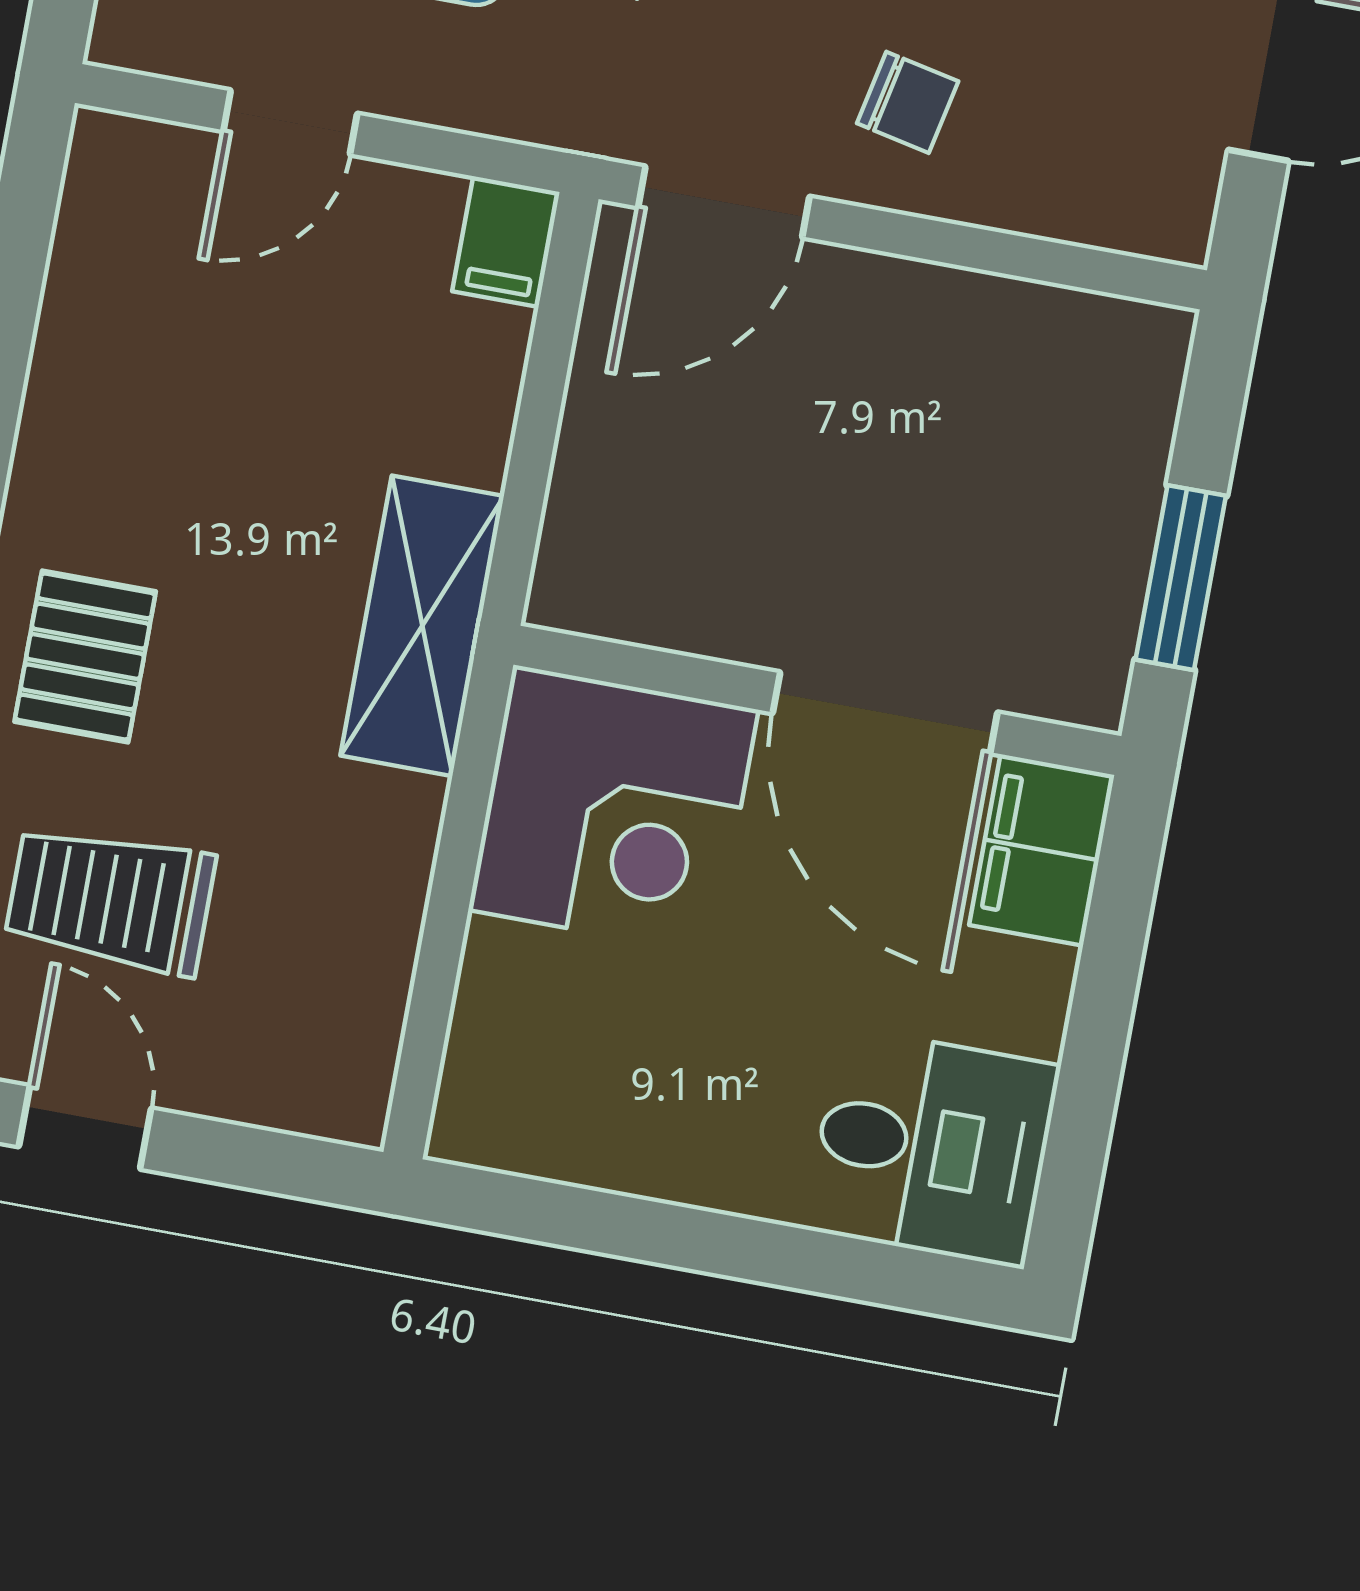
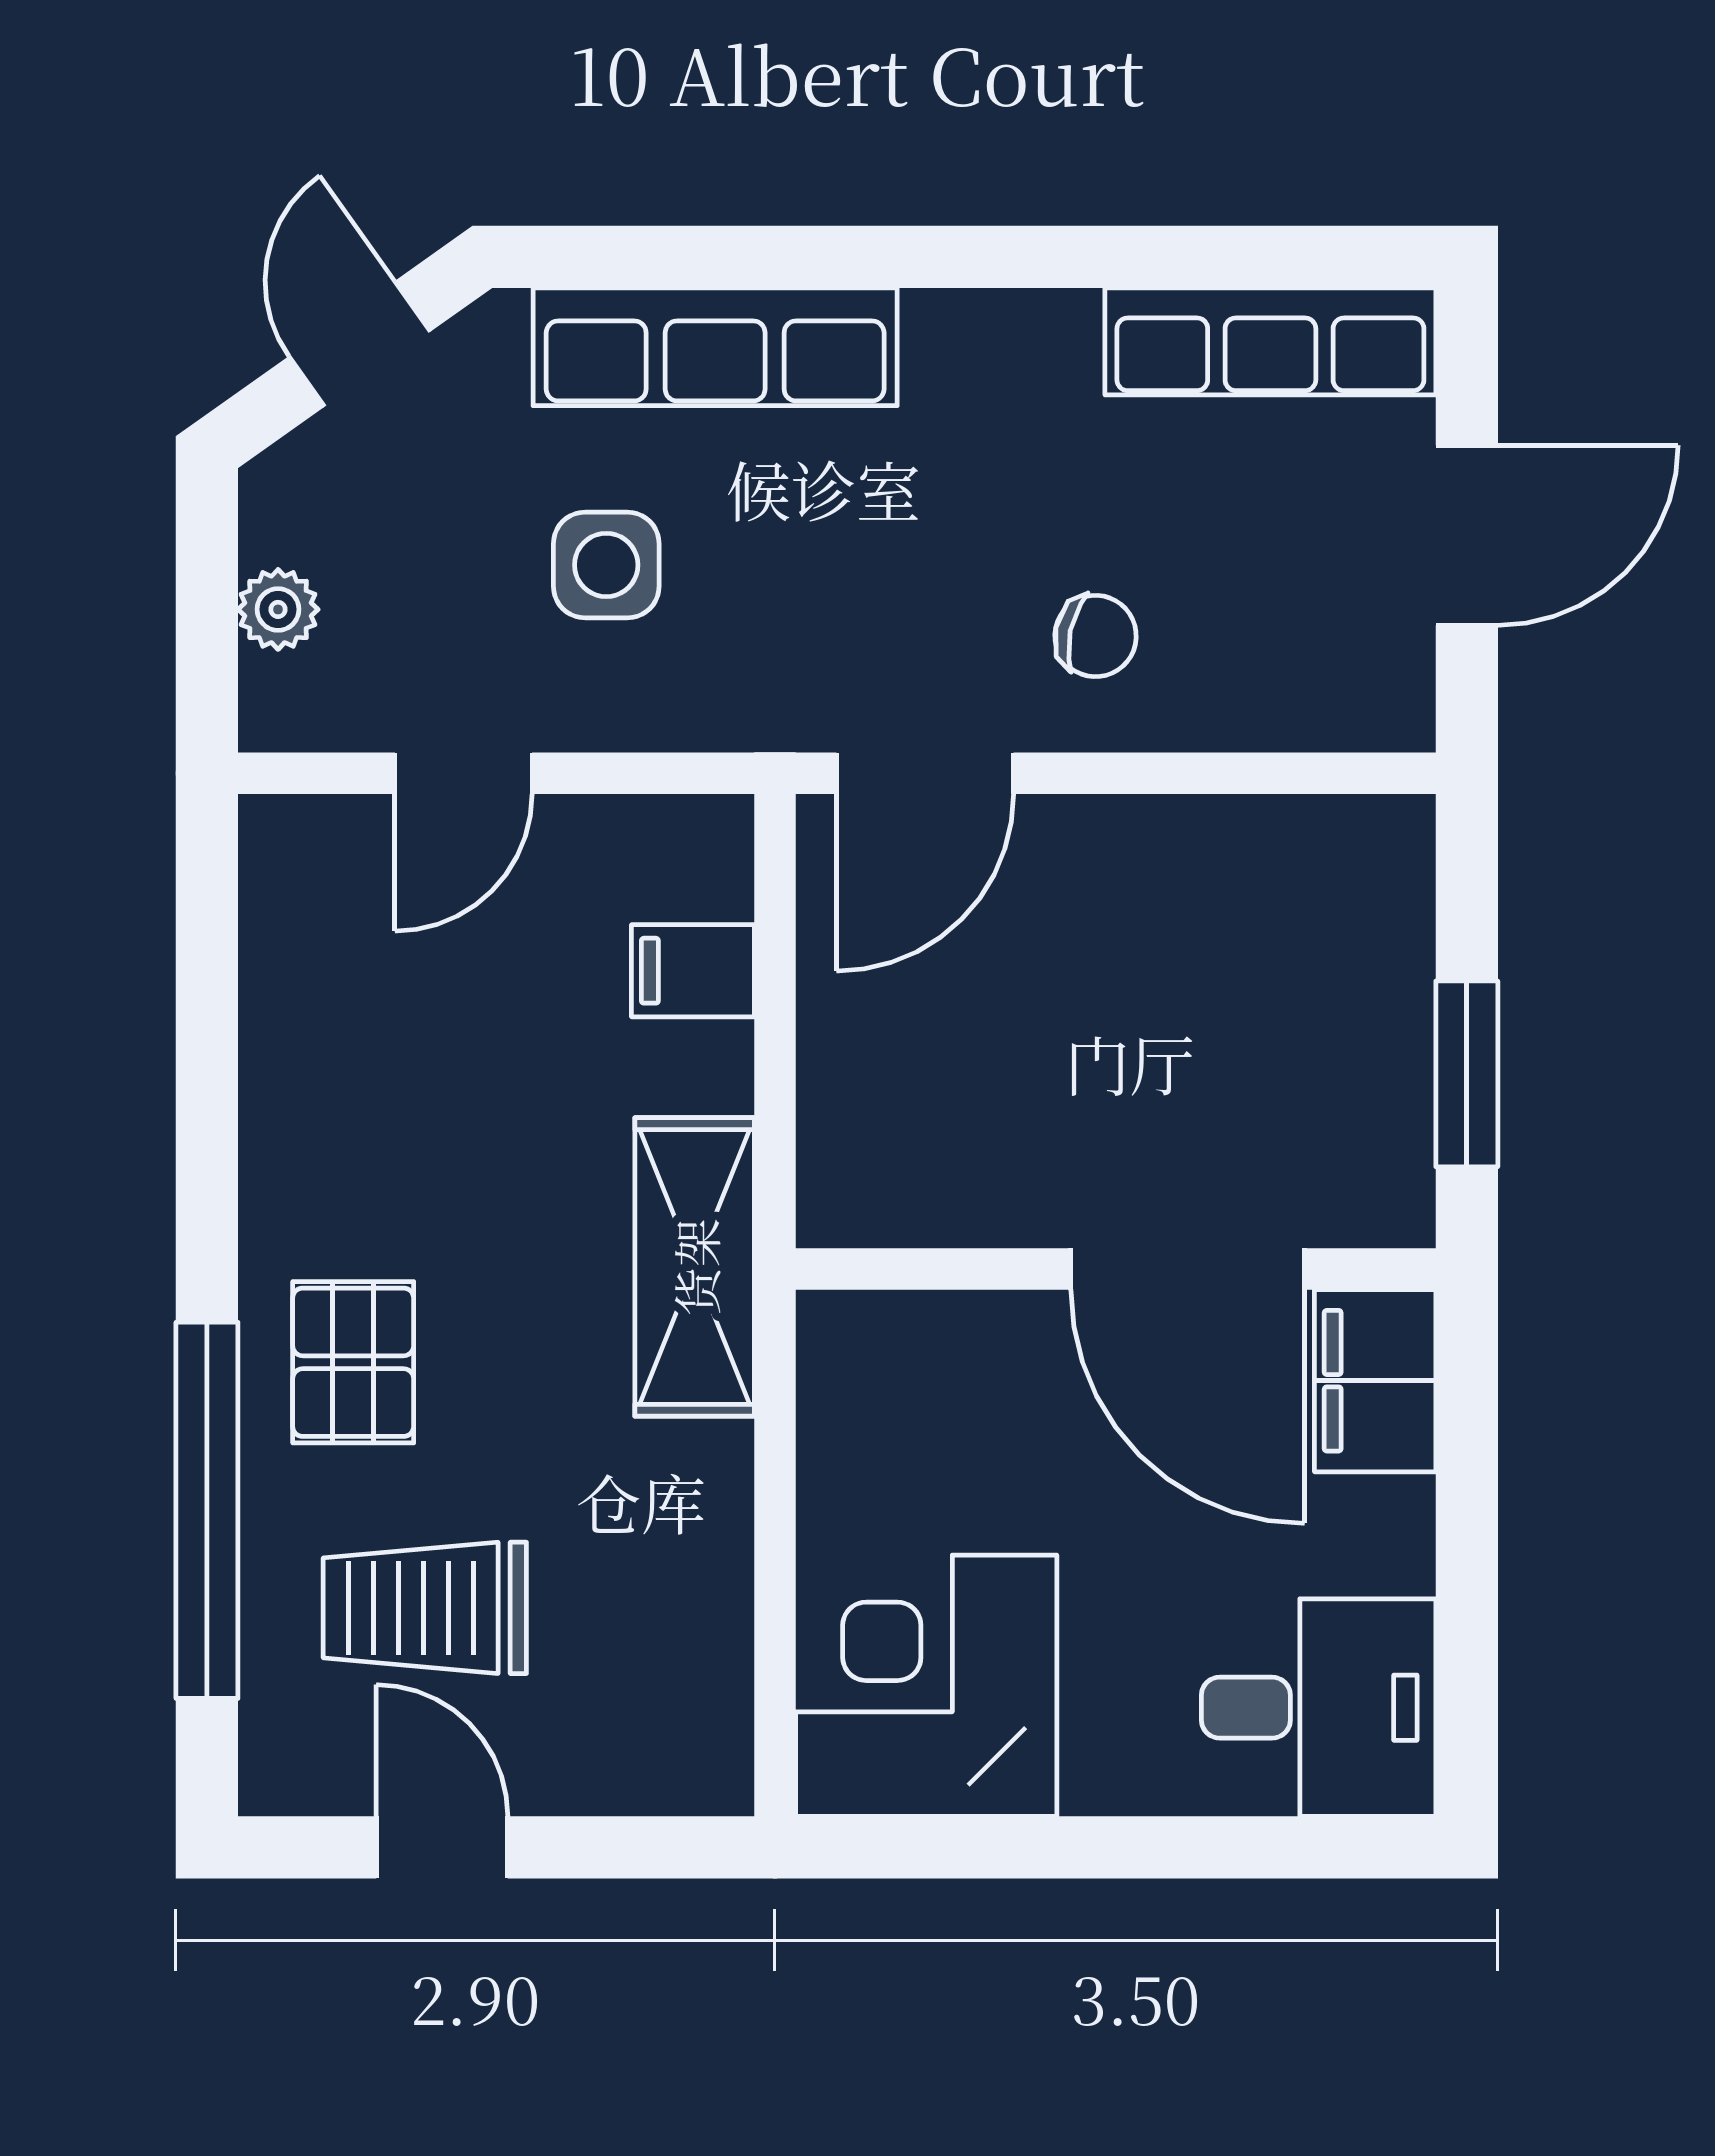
filing cabinet: (506, 242) -> (693, 971), moved, turned 90
corner desk: (613, 810) -> (926, 1686), moved, turned 180

